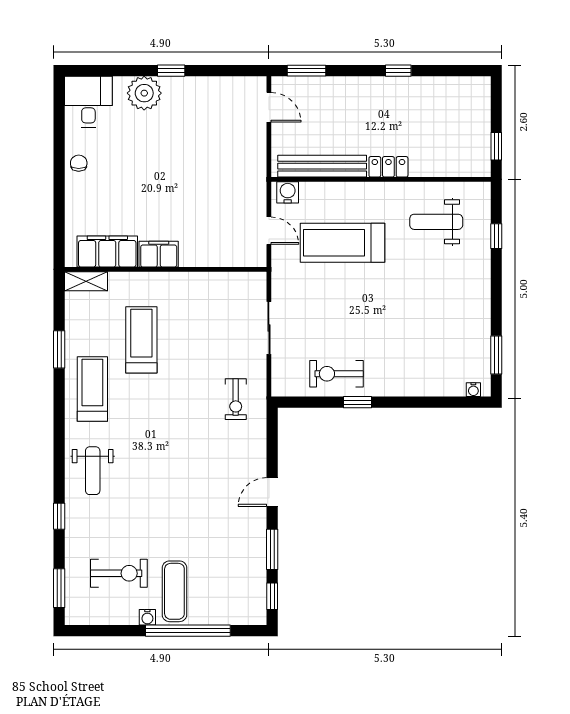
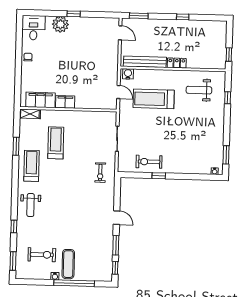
door: (272, 492) -> (117, 218), swing flipped

